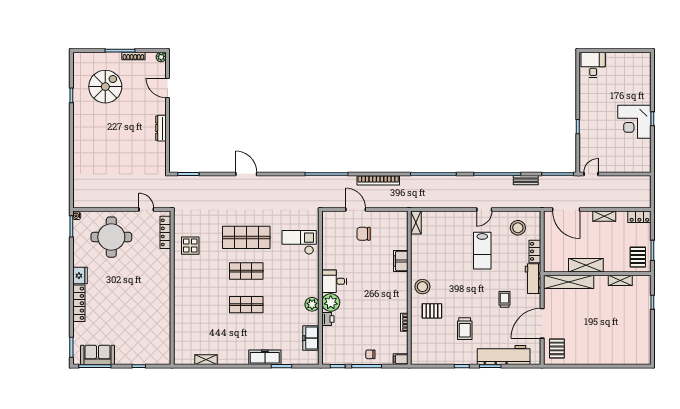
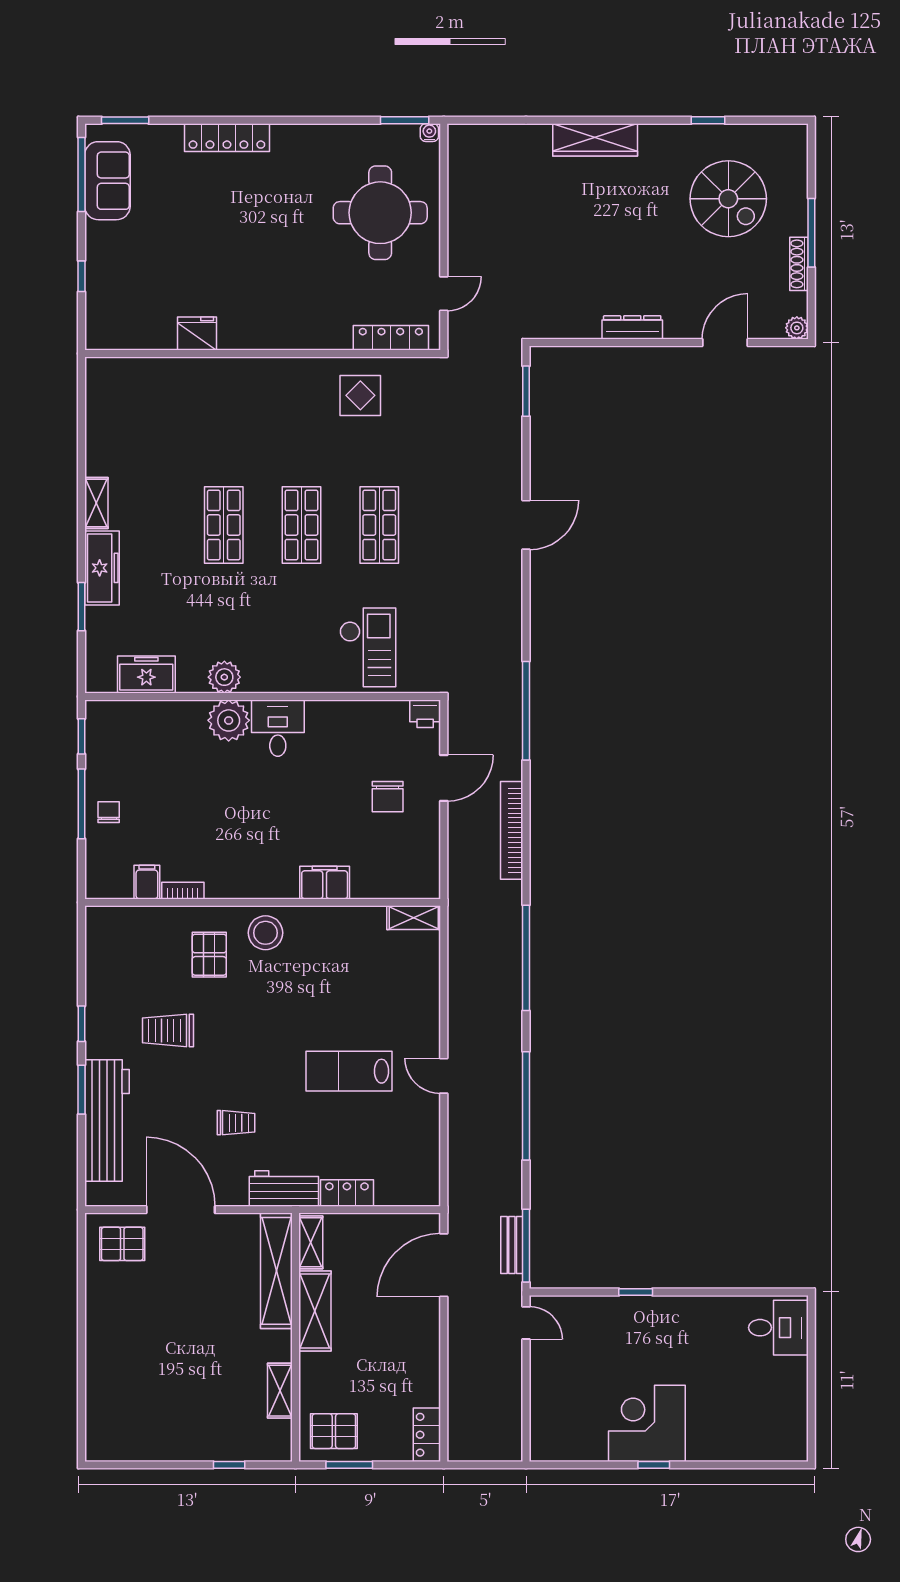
wardrobe: (80, 144) -> (595, 140), added
bench: (526, 180) -> (512, 1245), moved
shelving: (604, 216) -> (311, 1242), moved
stool: (518, 228) -> (402, 1153), removed
chair: (364, 234) -> (388, 797), turned 180
shop shelf: (246, 237) -> (379, 525), width x0.70, depth x0.74
fridge: (80, 276) -> (197, 334), moved, turned 180
printer: (328, 319) -> (425, 714), moved
filing cabinet: (401, 359) -> (147, 882), moved
shelving: (206, 360) -> (96, 503), moved

